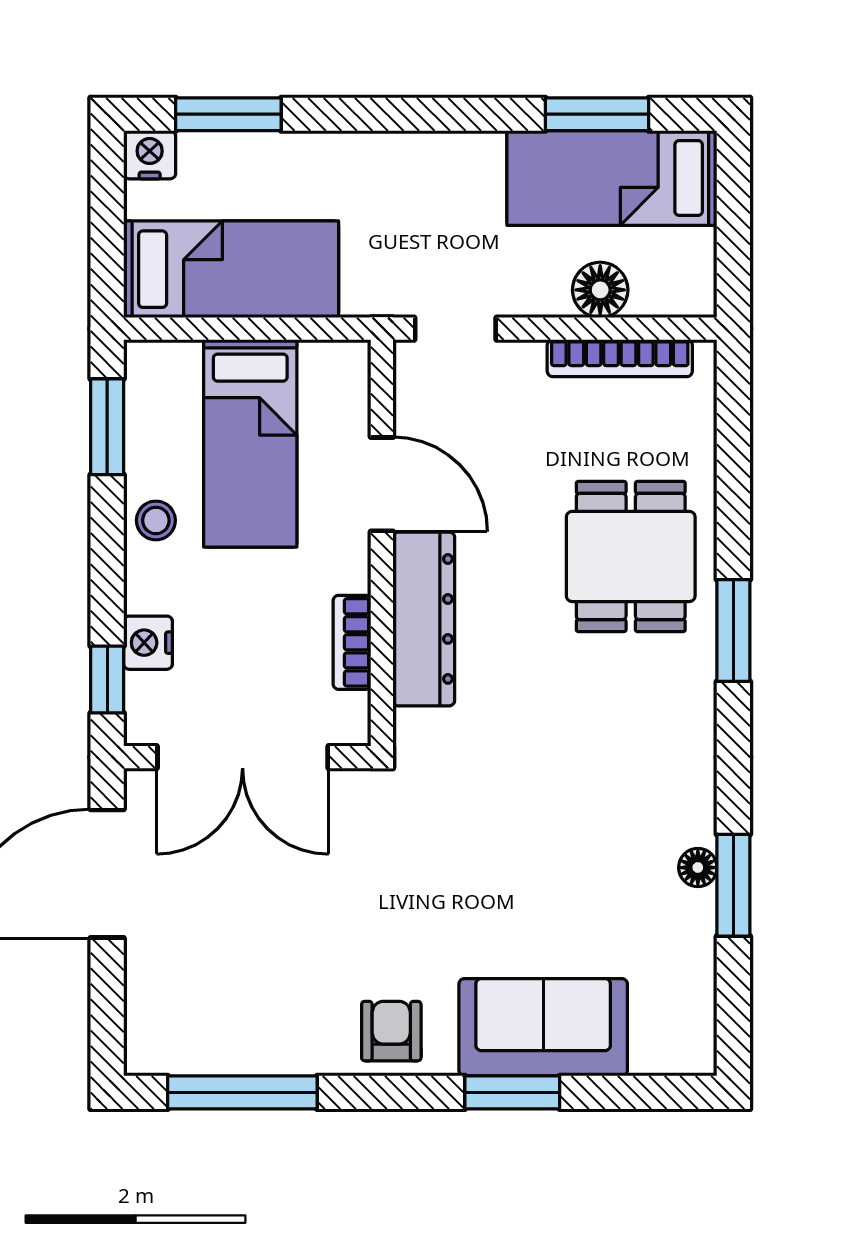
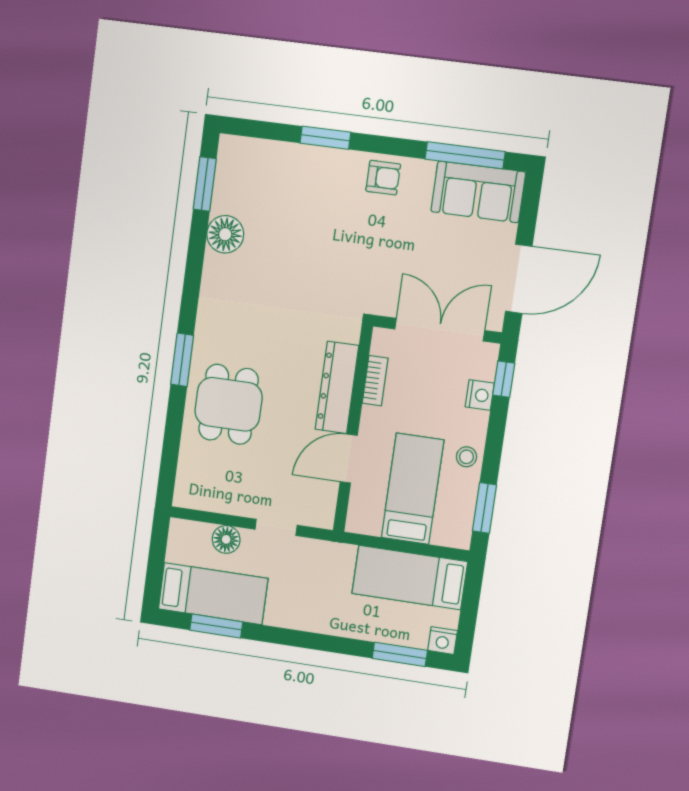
doorway: (455, 329) -> (276, 527), moved
bookcase: (620, 358) -> (221, 504), removed
door: (382, 484) -> (349, 459), hinge flipped
floor lamp: (698, 868) -> (225, 234), width x1.89, depth x1.89
window: (733, 885) -> (205, 184), moved
sofa: (543, 1027) -> (478, 192), moved
armchair: (391, 1031) -> (383, 178), turned -90

